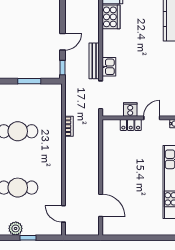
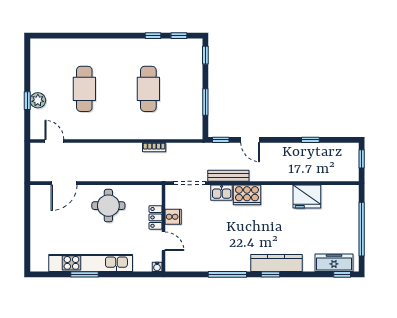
cooker: (111, 17) -> (247, 195), moved
round table: (120, 166) -> (108, 206), added
door: (64, 214) -> (54, 141), hinge flipped
plant: (16, 228) -> (38, 100), moved

